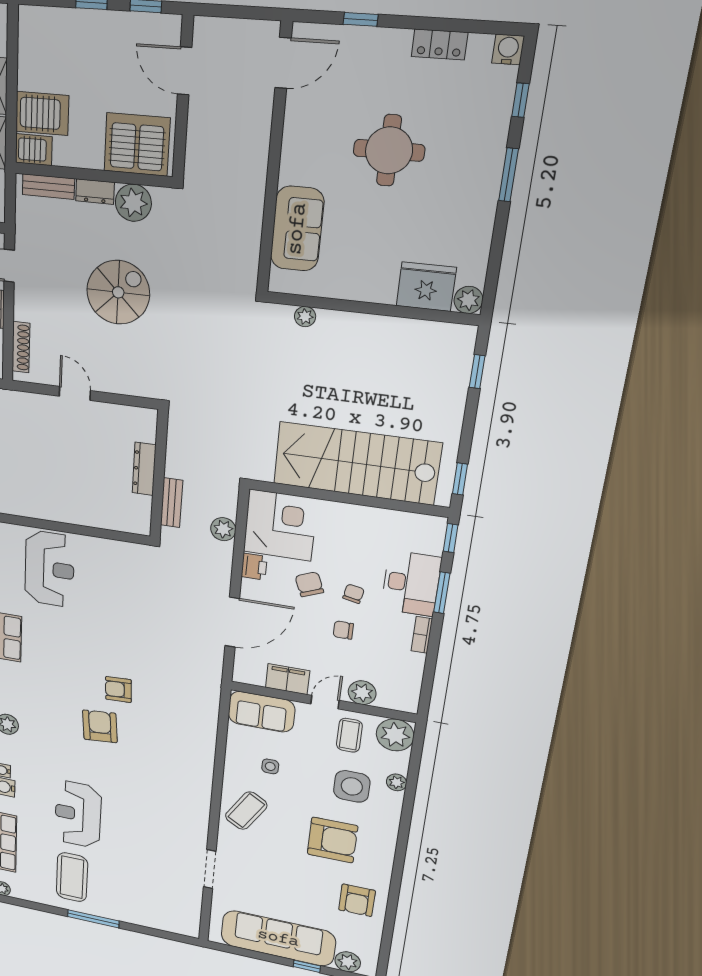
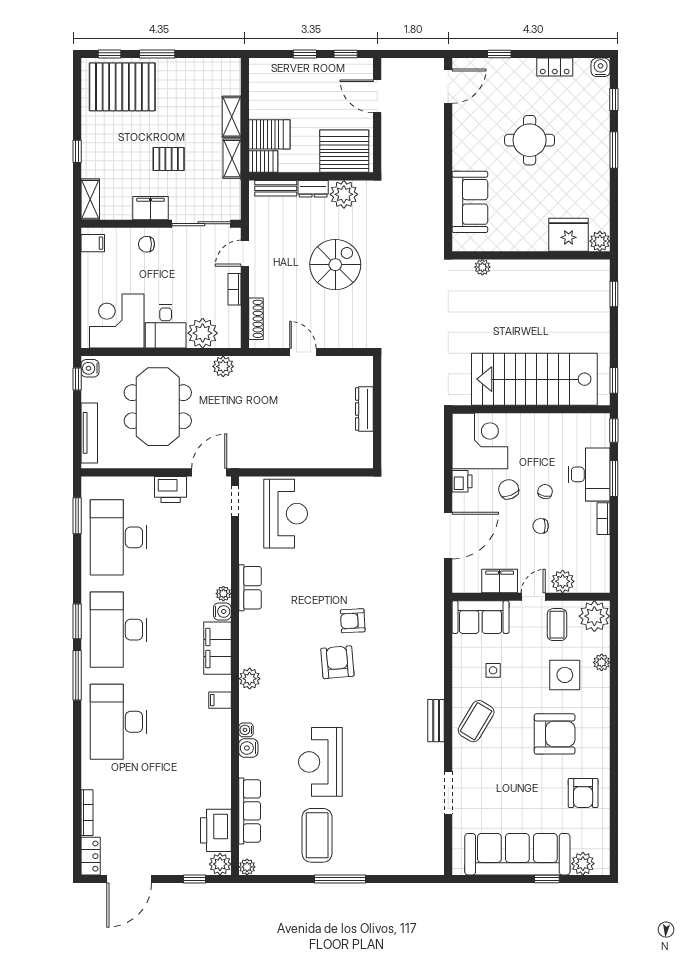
bench: (172, 503) -> (436, 721), moved
plant: (223, 529) -> (434, 452), removed

